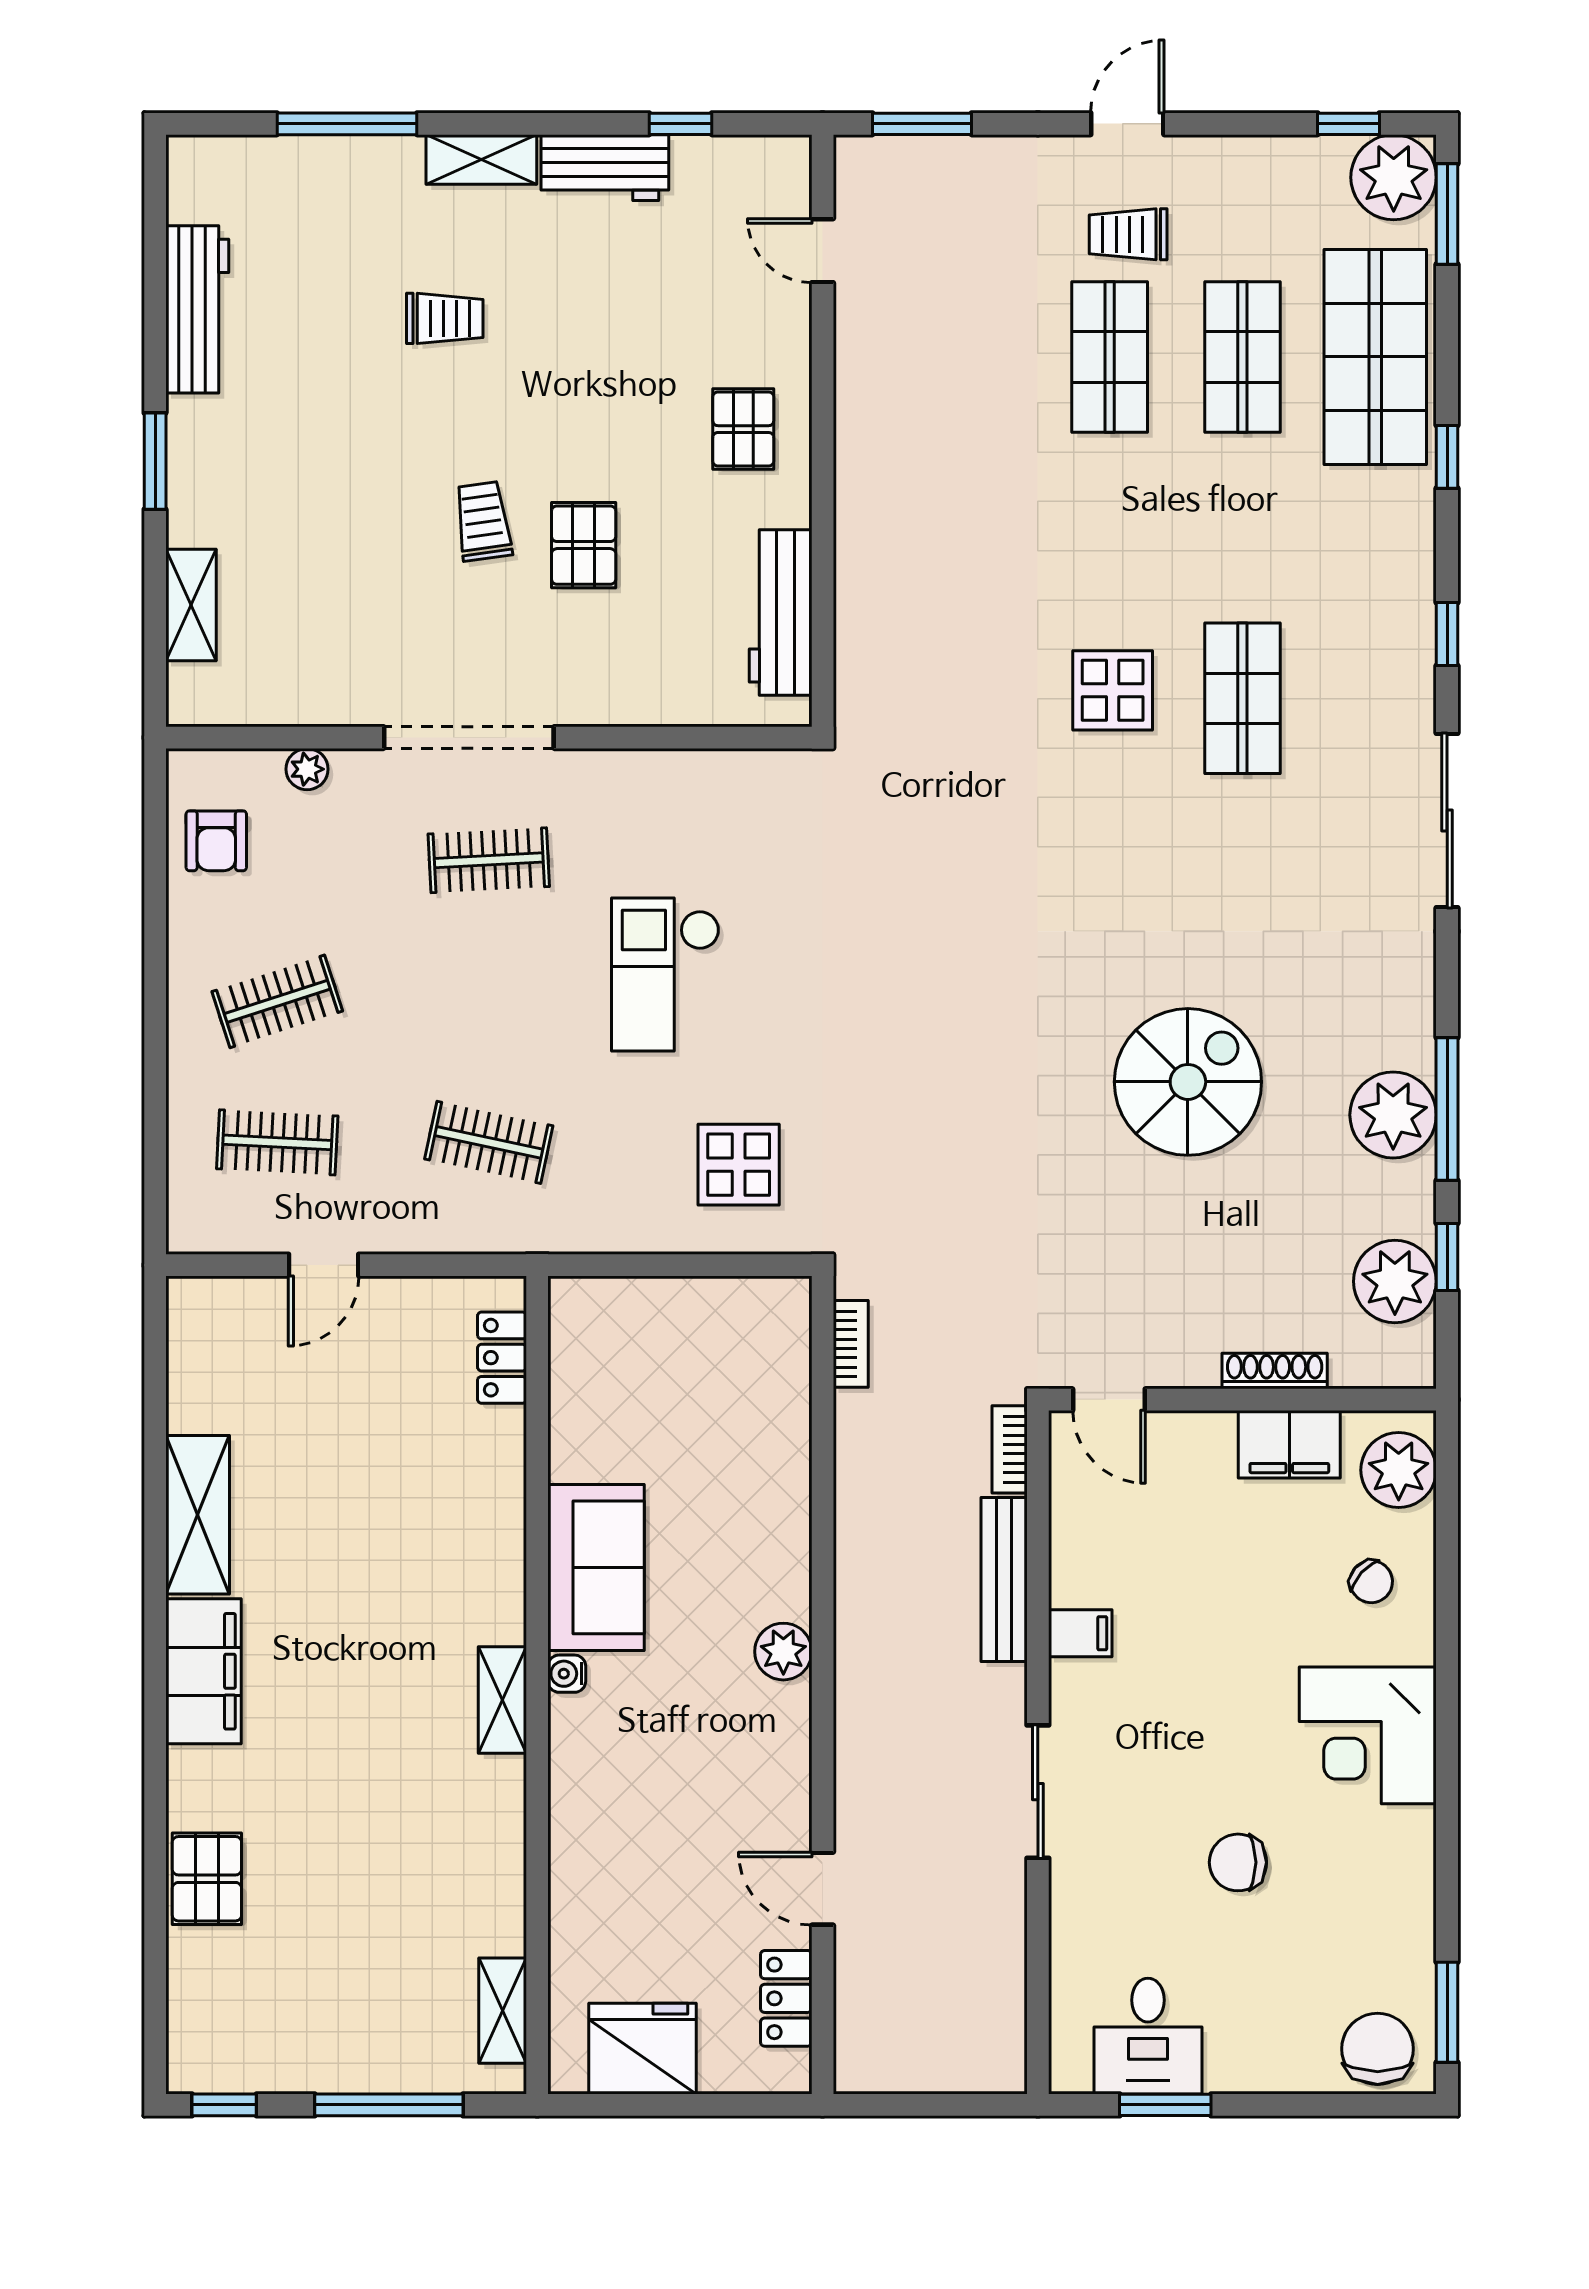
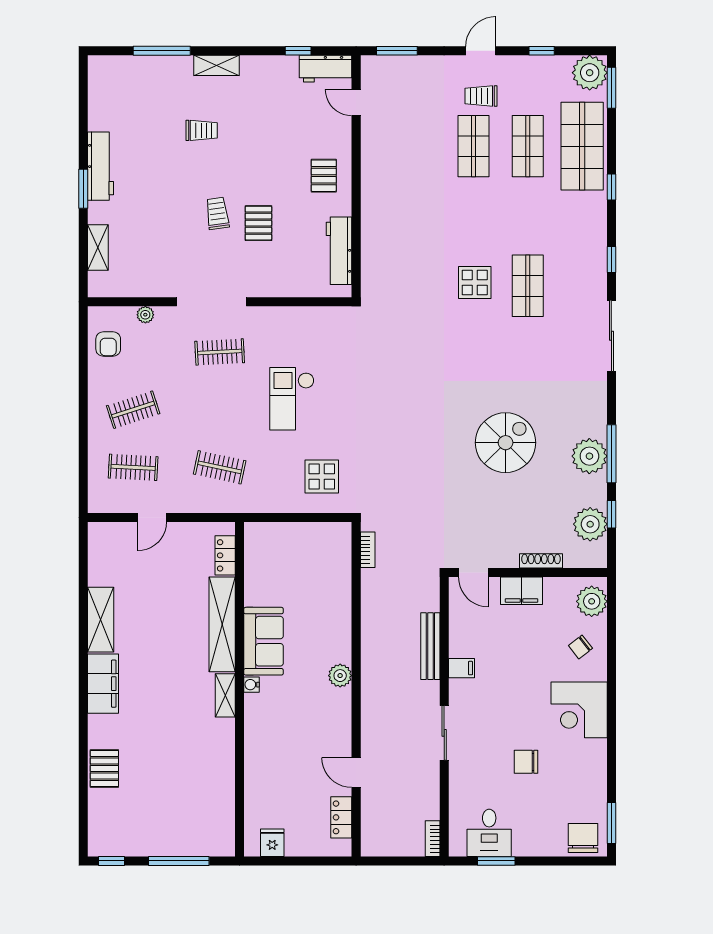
window: (1349, 124) -> (542, 51), moved
workbench: (605, 168) -> (326, 69), moved
workbench: (197, 309) -> (100, 166), moved
filing cabinet: (1289, 1444) -> (522, 591), moved
bookcase: (1010, 1449) -> (433, 839), moved
chair: (1371, 1582) -> (580, 647), turned 100
shelving: (503, 2011) -> (222, 624), moved, width x2.20, depth x1.33
fridge: (643, 2049) -> (272, 843), width x0.53, depth x0.75

